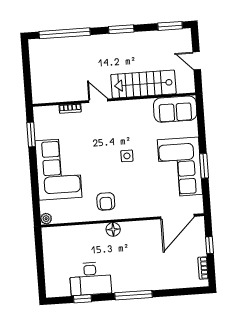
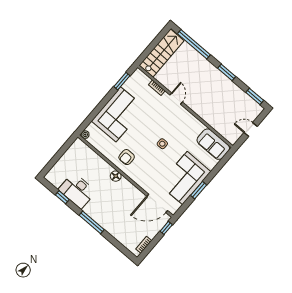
door: (197, 61) -> (251, 129), hinge flipped
stairs: (143, 84) -> (162, 53), moved, turned 90
window: (210, 245) -> (166, 228), moved

